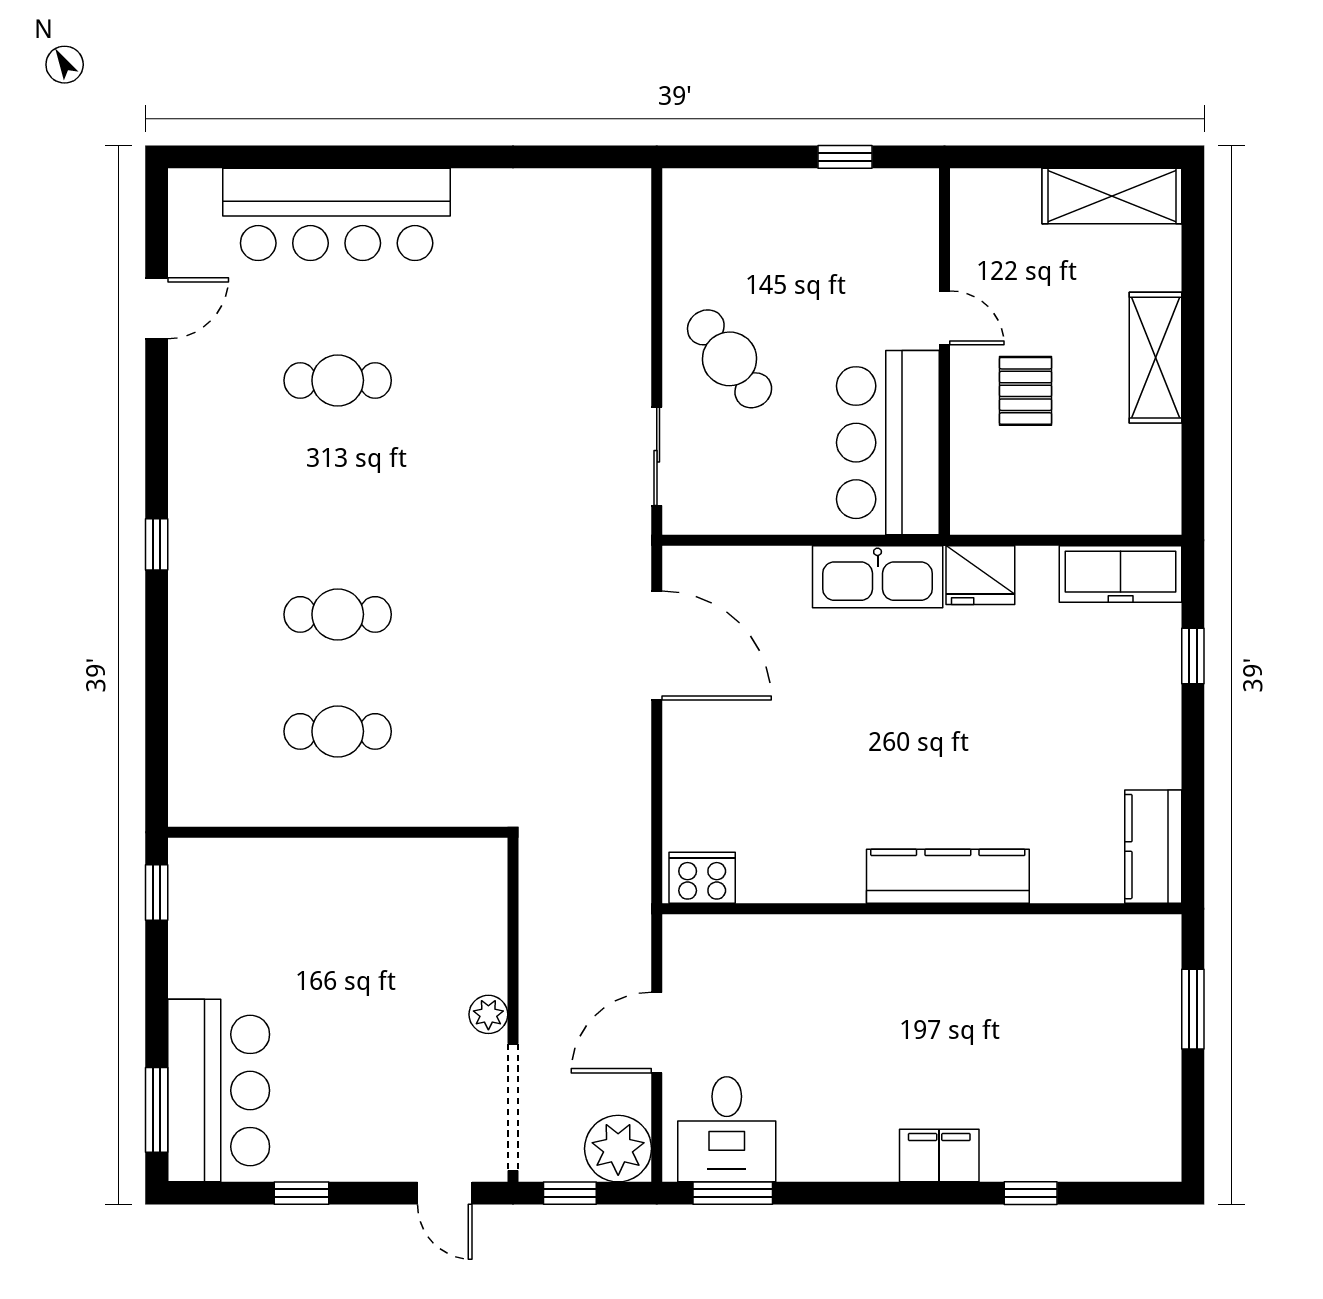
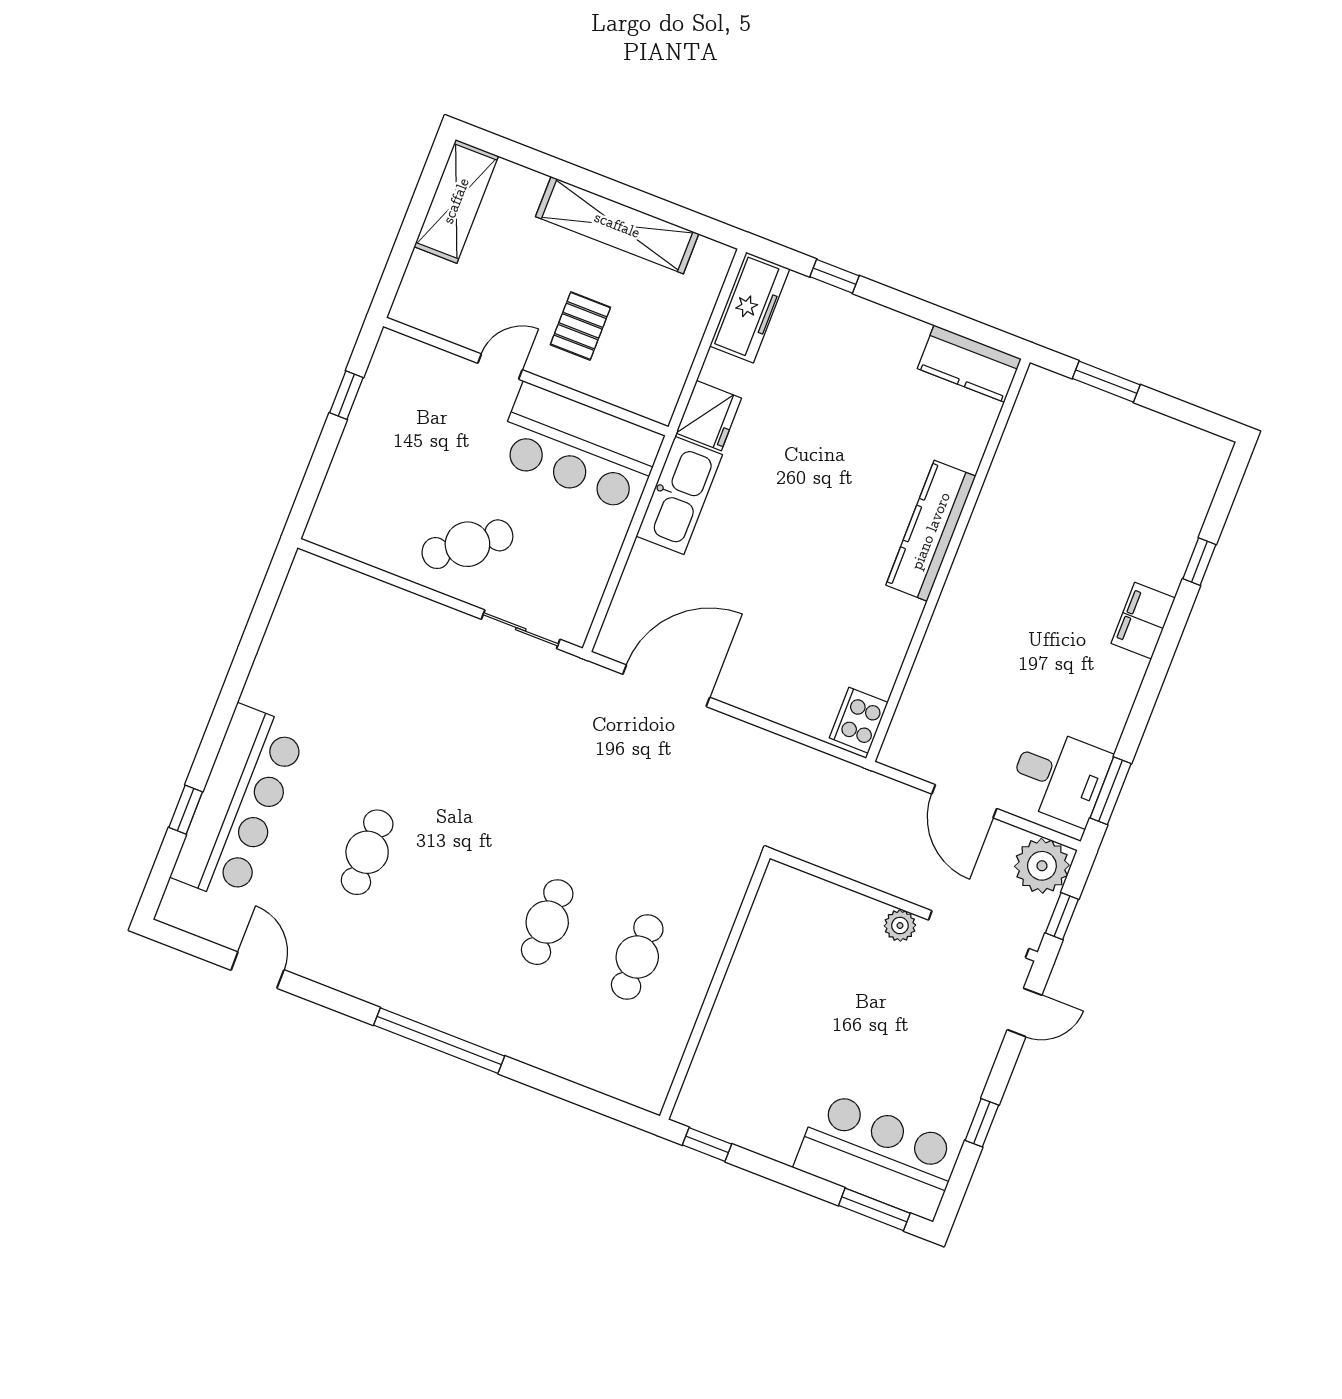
window: (306, 157) -> (186, 810), added
shelving: (1156, 358) -> (617, 225), width x1.47
pallet: (1026, 391) -> (580, 326), turned 90
window: (157, 544) -> (439, 1041), width x3.17

